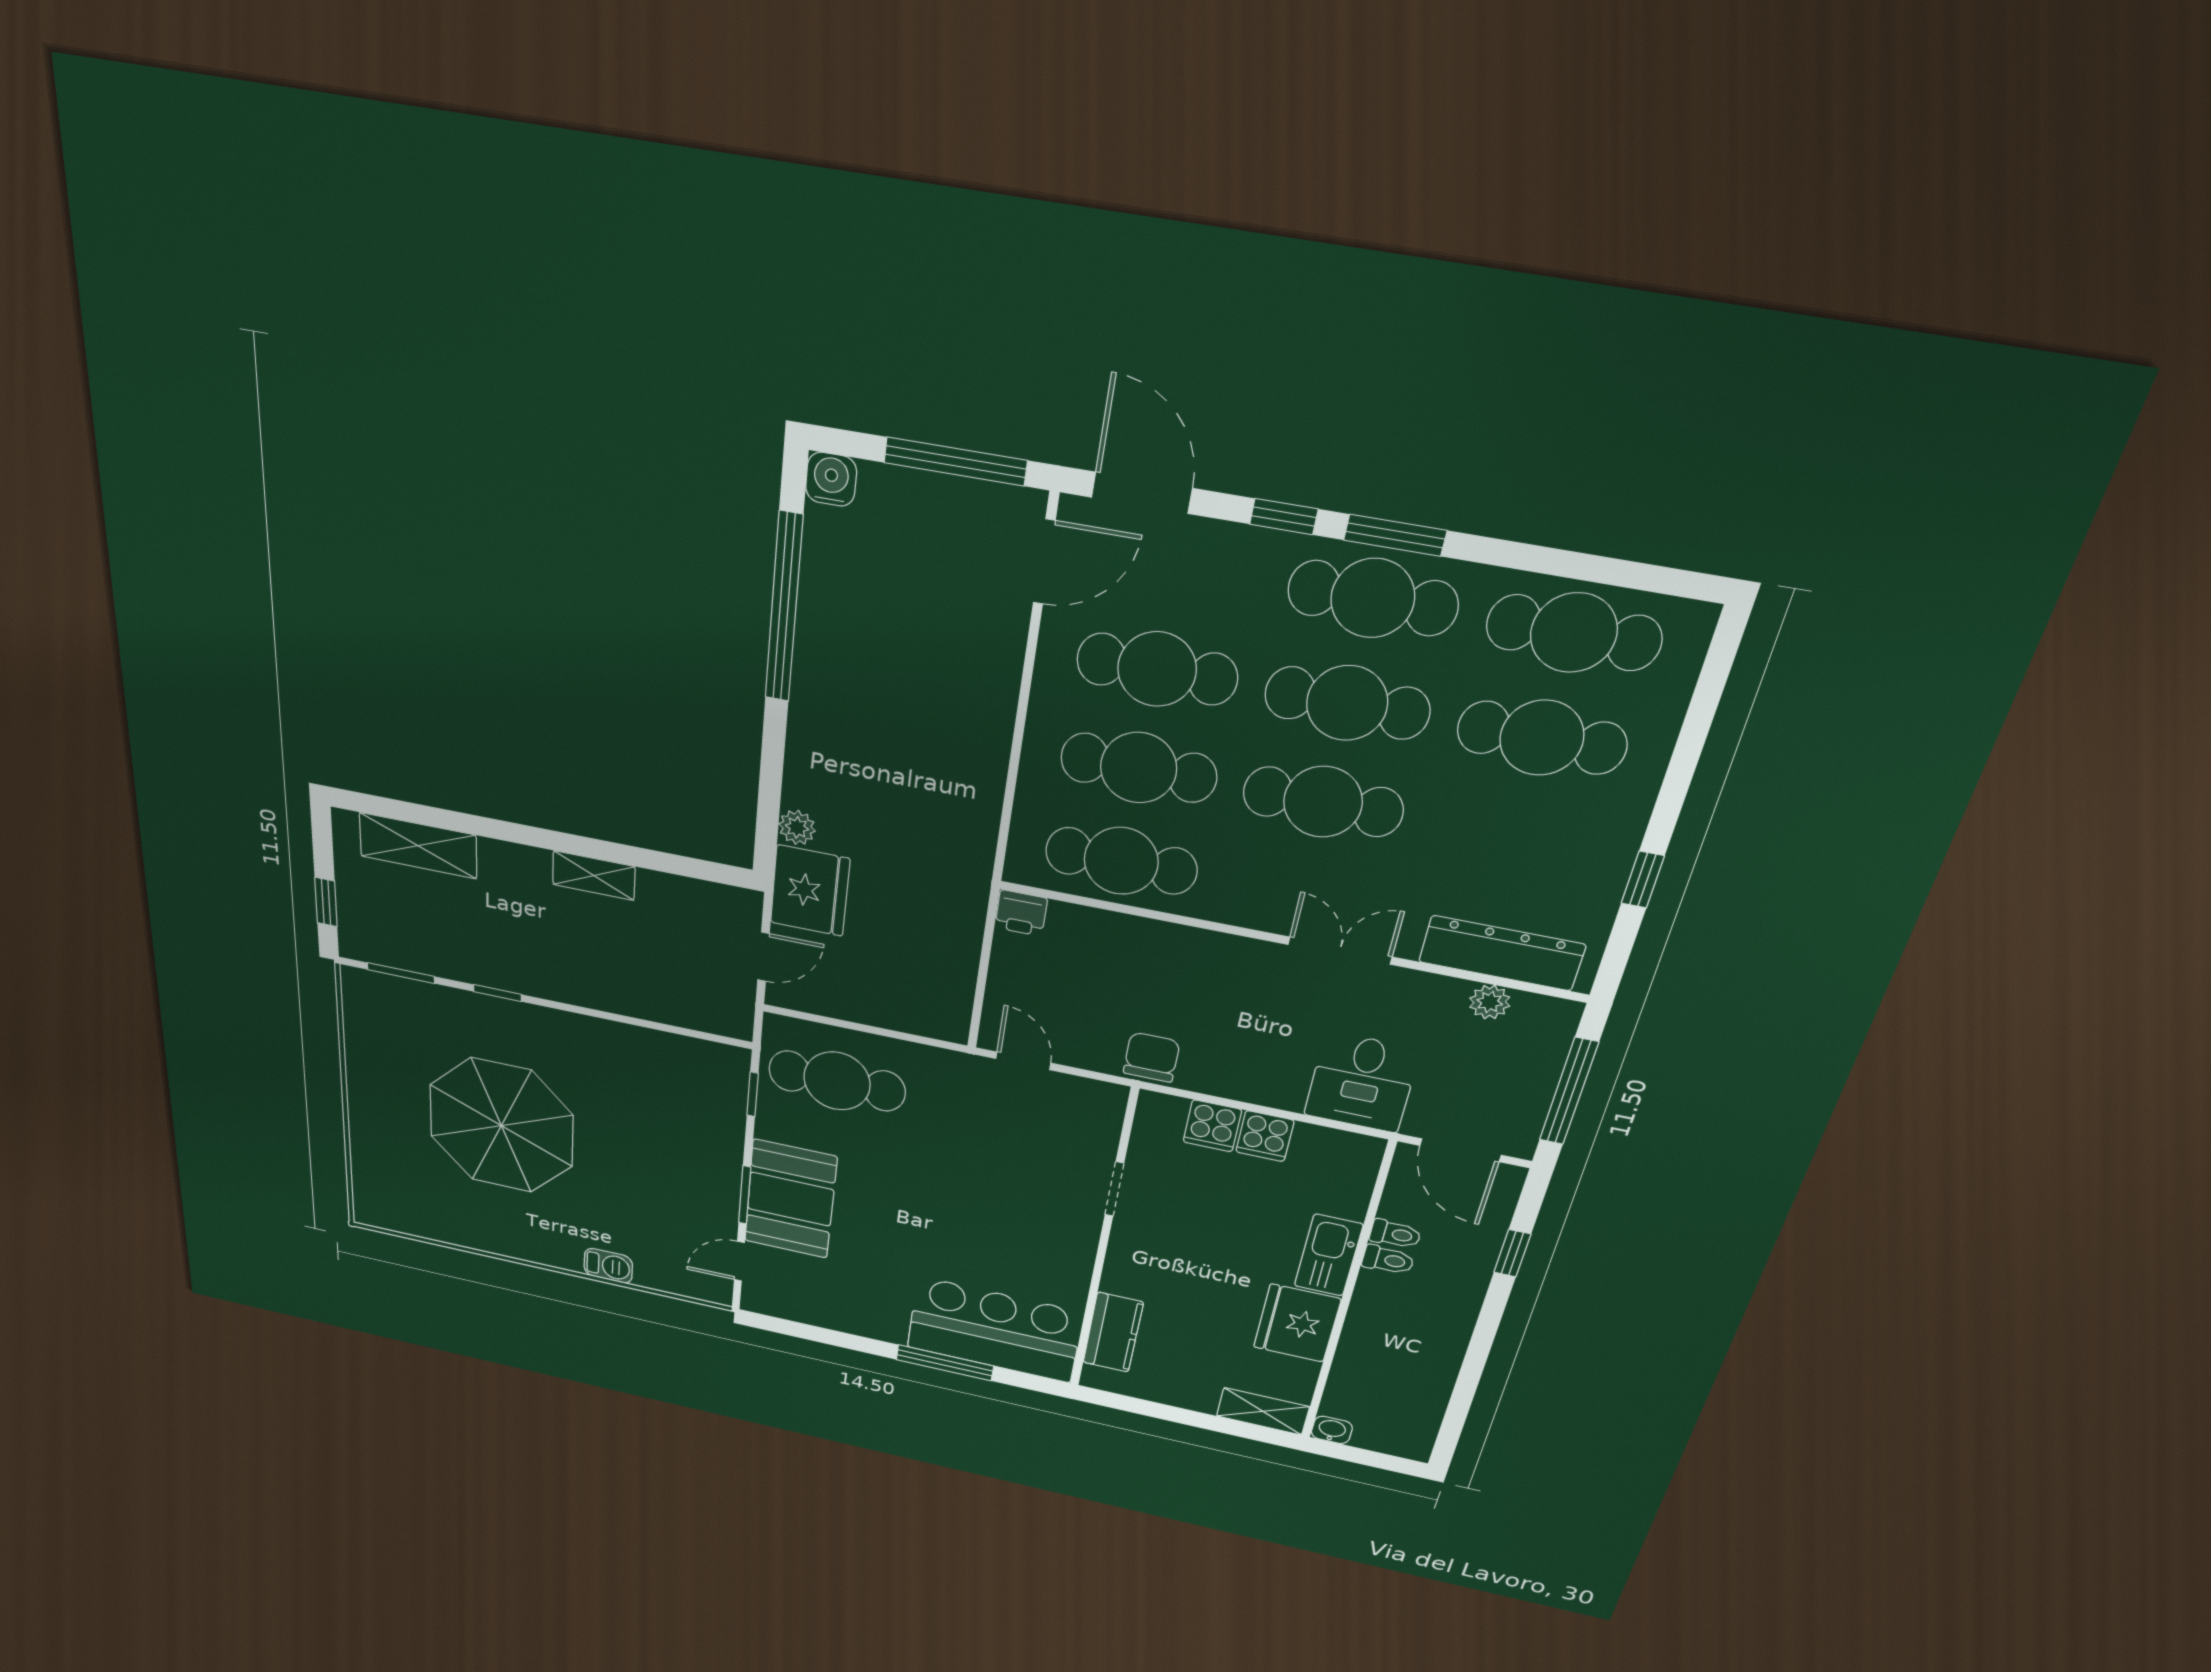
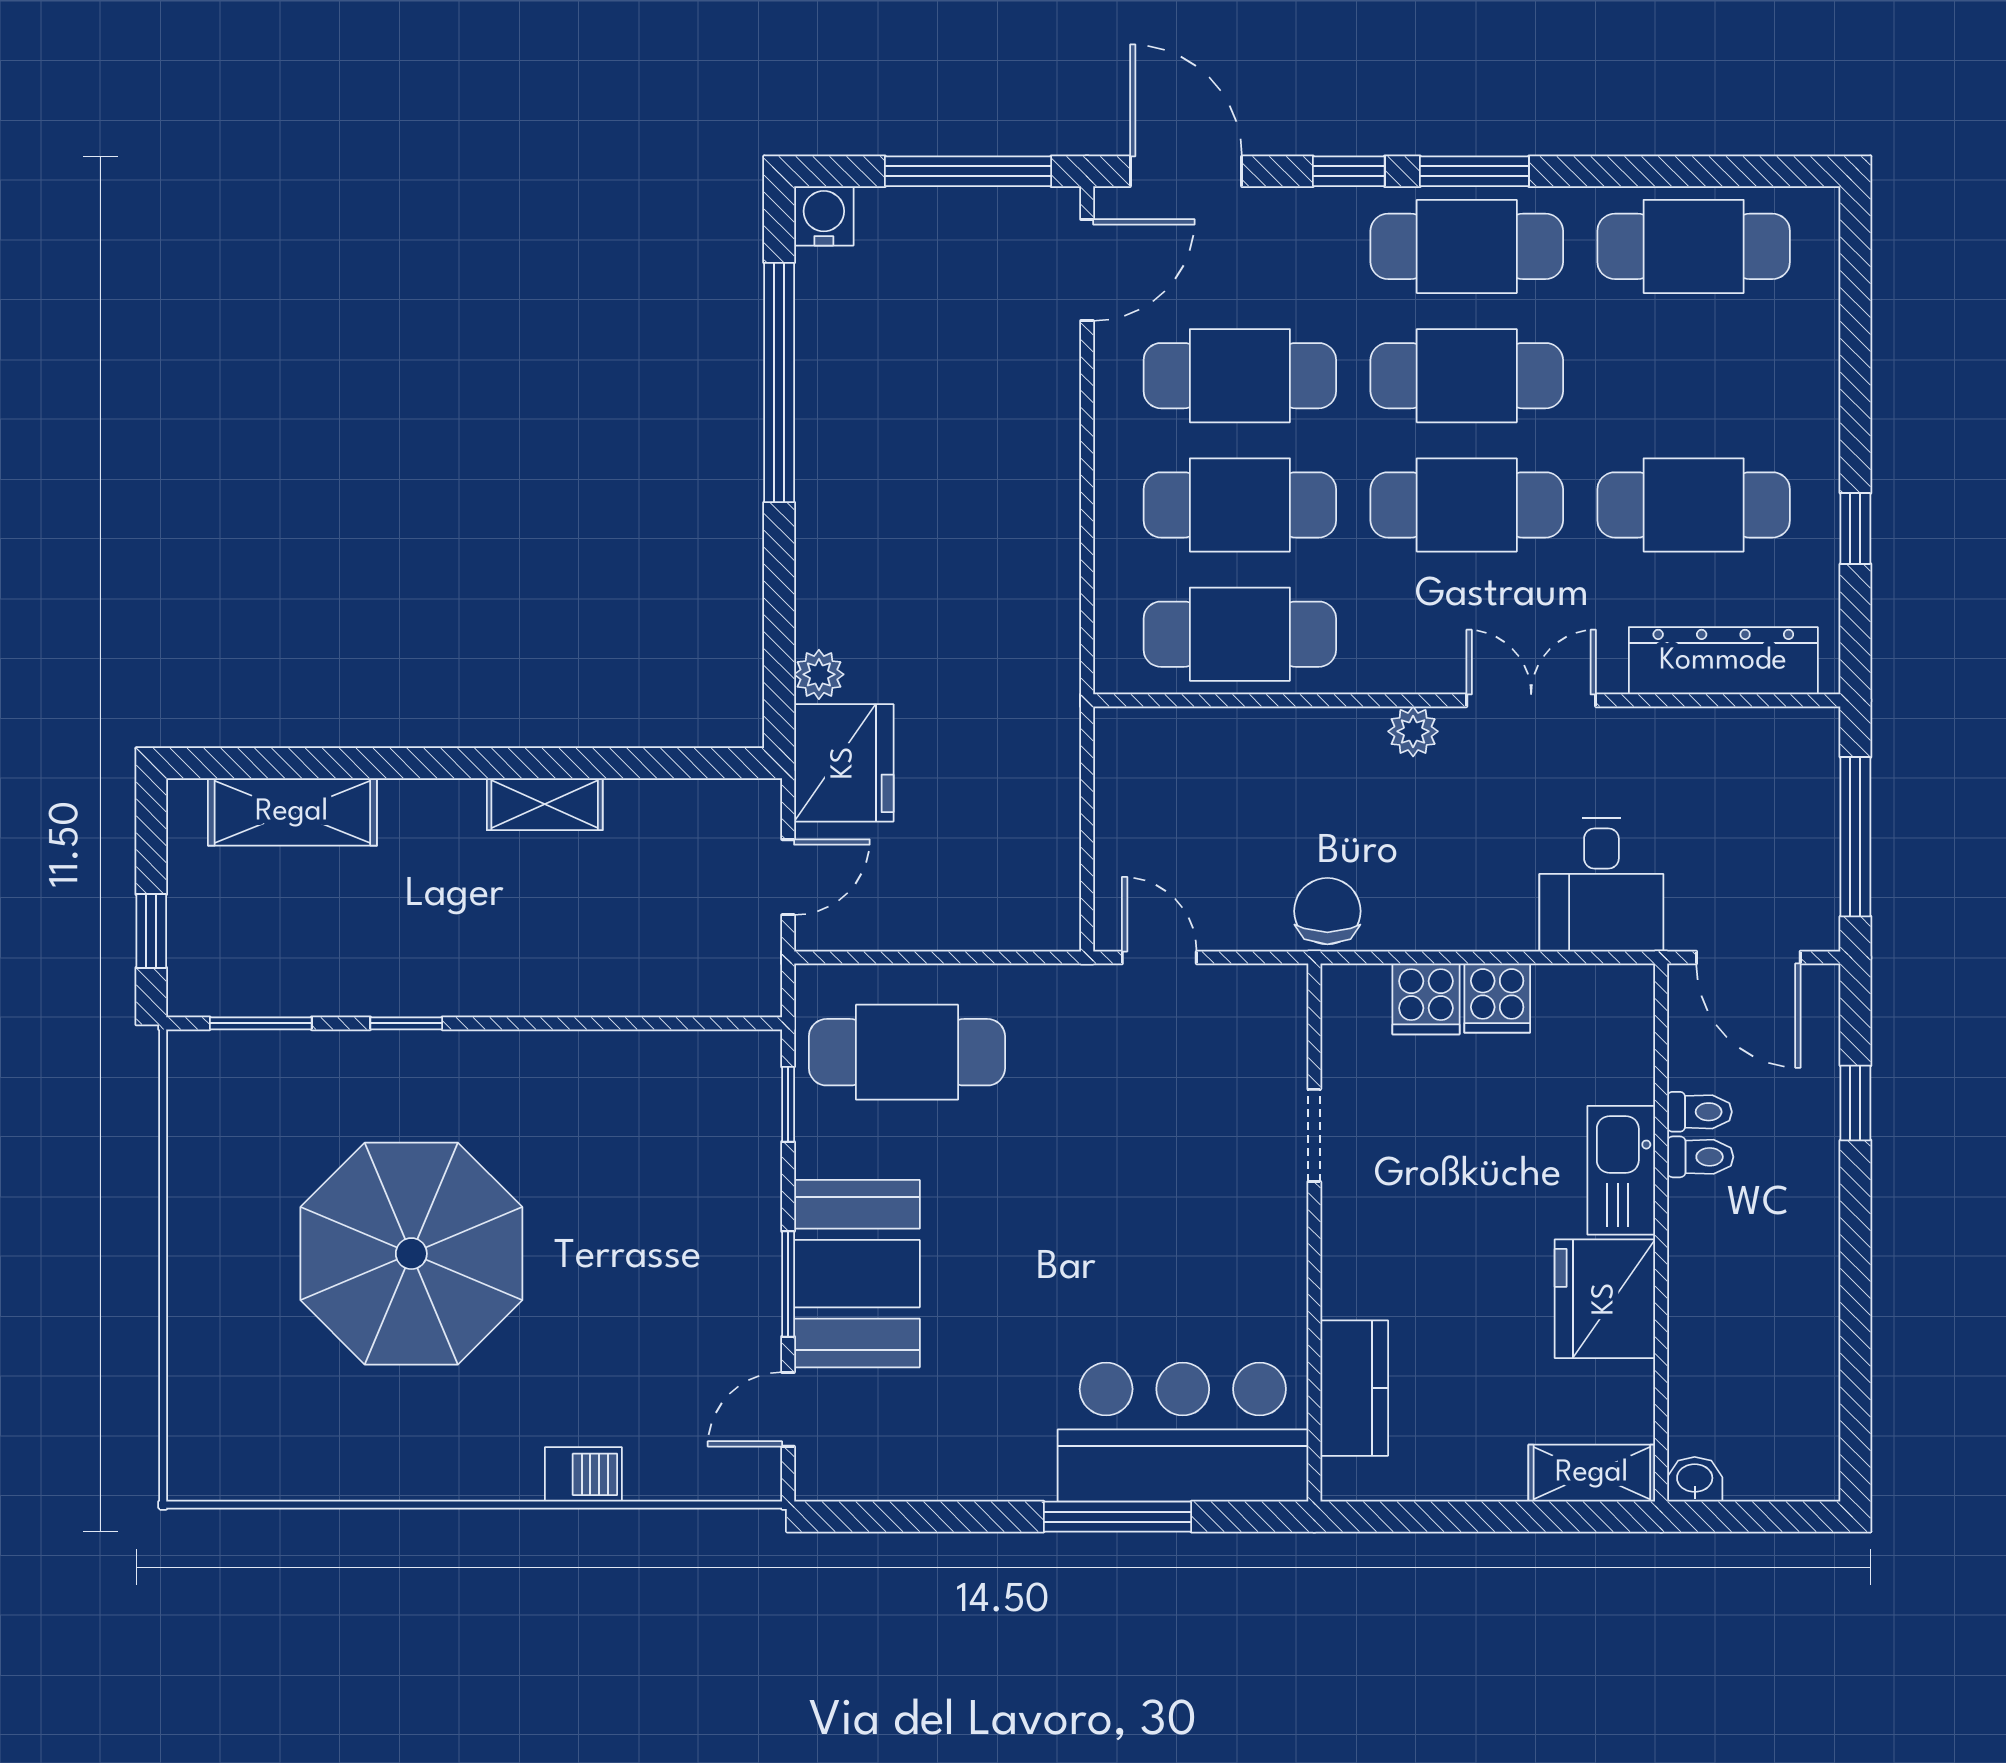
cafe table: (1542, 738) -> (1694, 505), moved
printer: (1021, 913) -> (1125, 735), removed
plant: (1490, 1002) -> (1413, 731), moved

